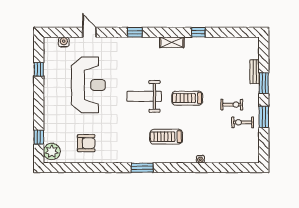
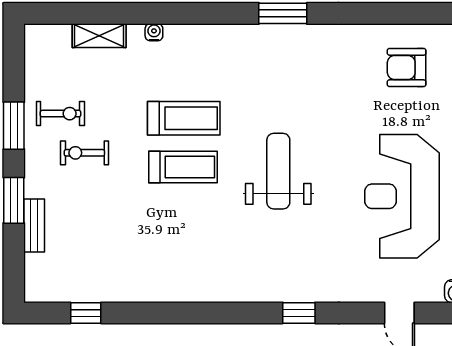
window: (198, 32) -> (86, 313), moved
shelving: (172, 42) -> (99, 36), moved
weight bench: (144, 96) -> (278, 171), turned -90
treadmill: (166, 137) -> (184, 118), moved

